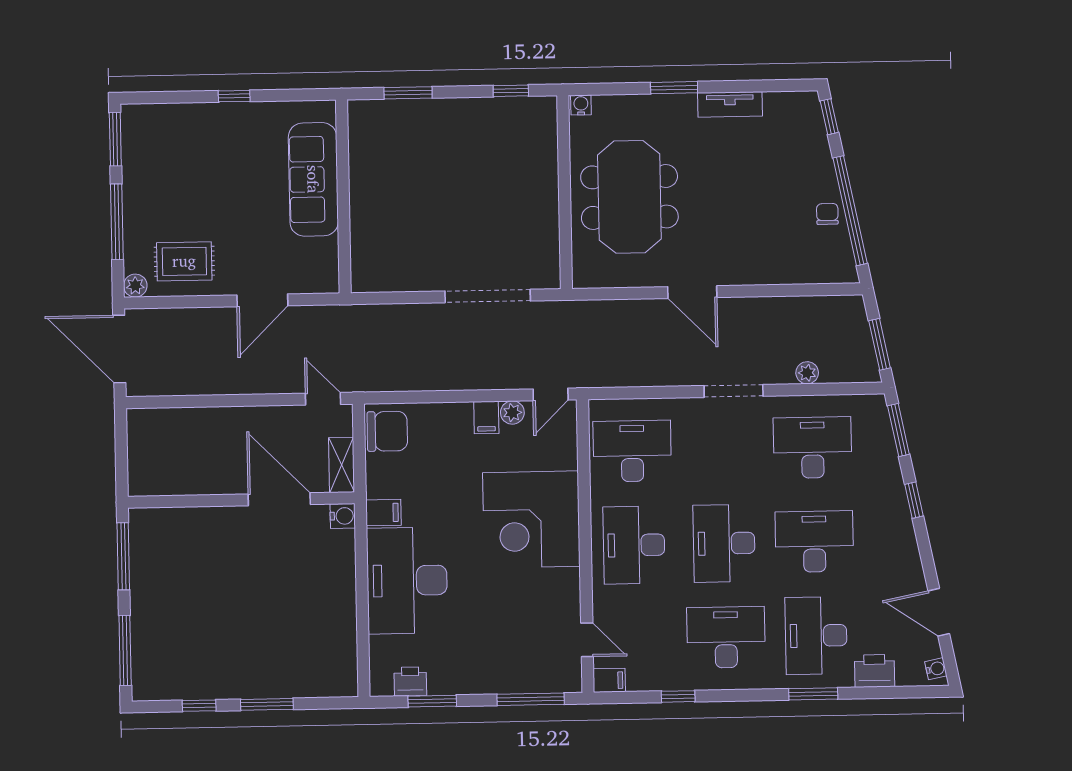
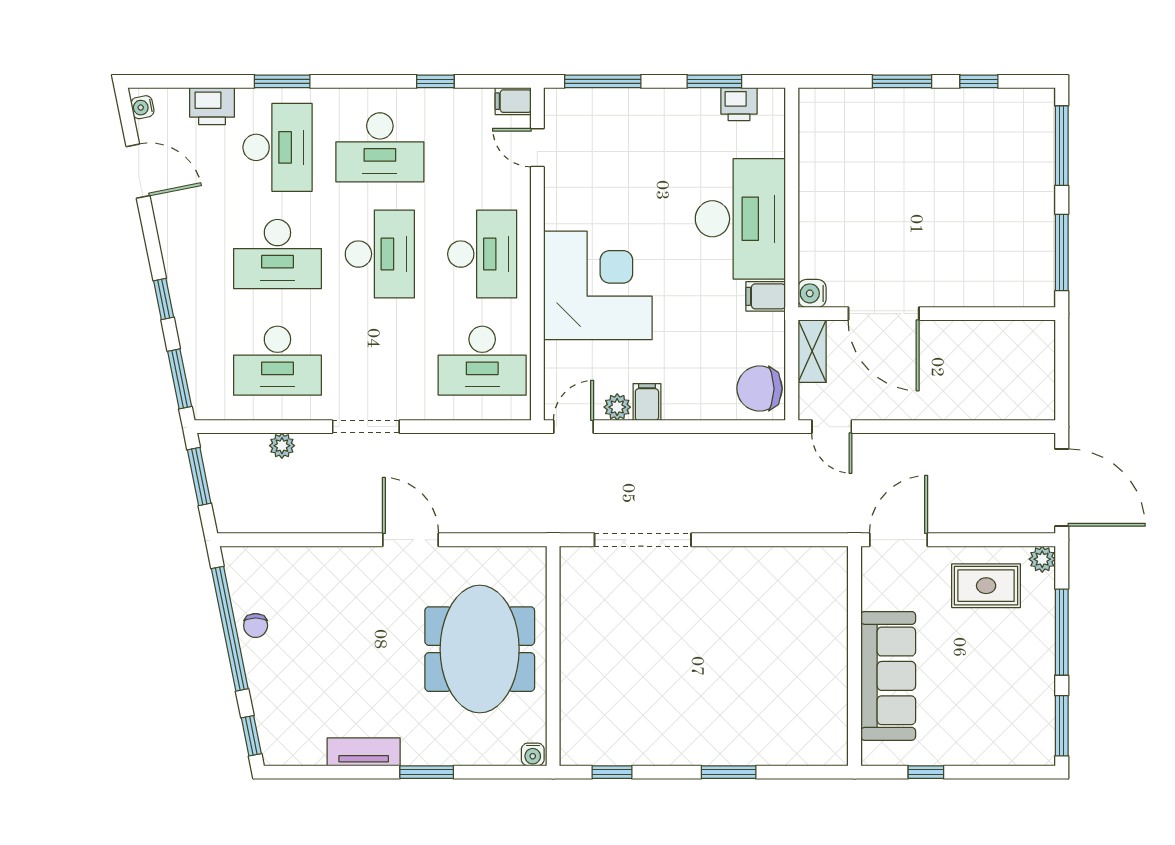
sofa: (313, 179) -> (888, 676), moved
wall: (343, 196) -> (855, 656), moved

